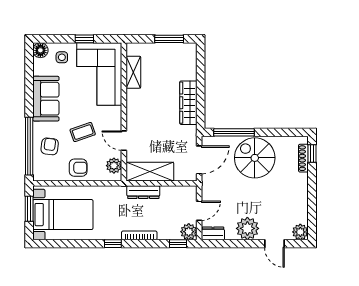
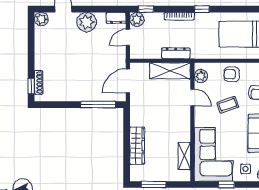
wardrobe: (188, 103) -> (137, 146), moved
spiral stairs: (255, 158) -> (80, 83), removed

